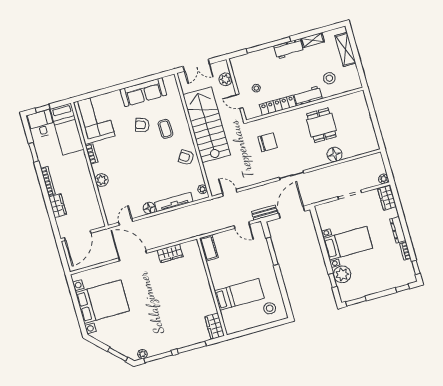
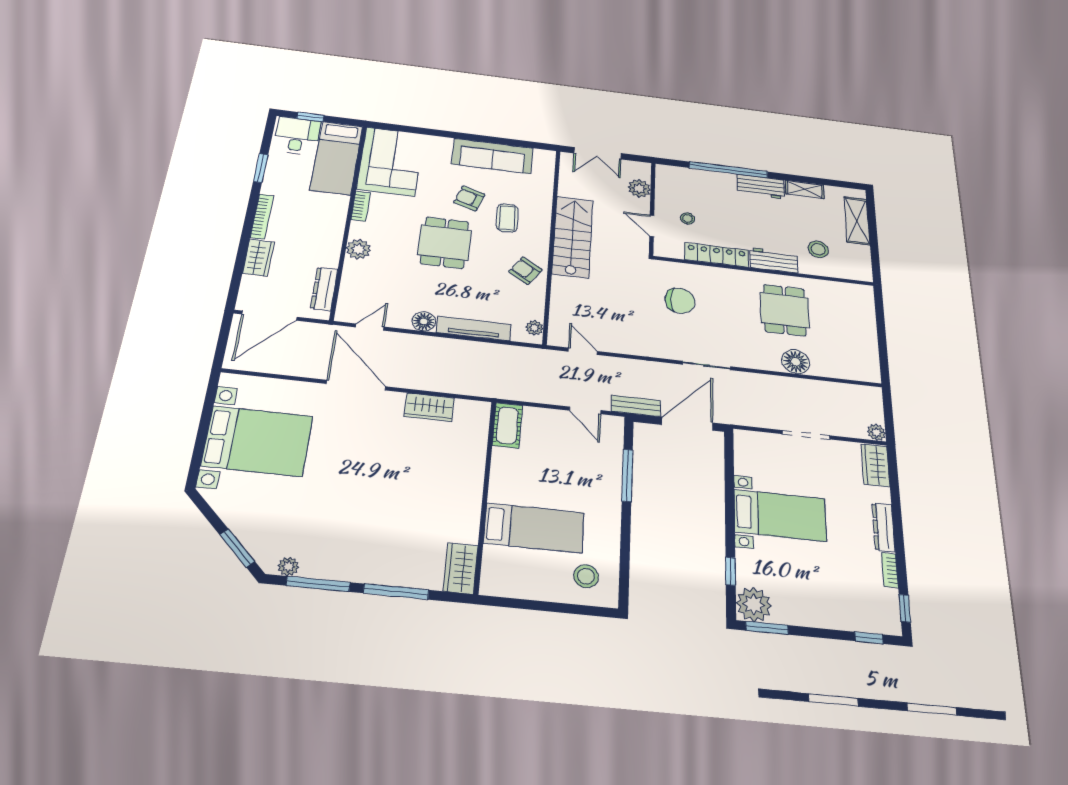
stairs: (207, 125) -> (573, 237), width x0.73, depth x0.66
dining table: (141, 158) -> (445, 243), added
dresser: (96, 210) -> (324, 289), added
plant: (342, 274) -> (754, 604), moved

